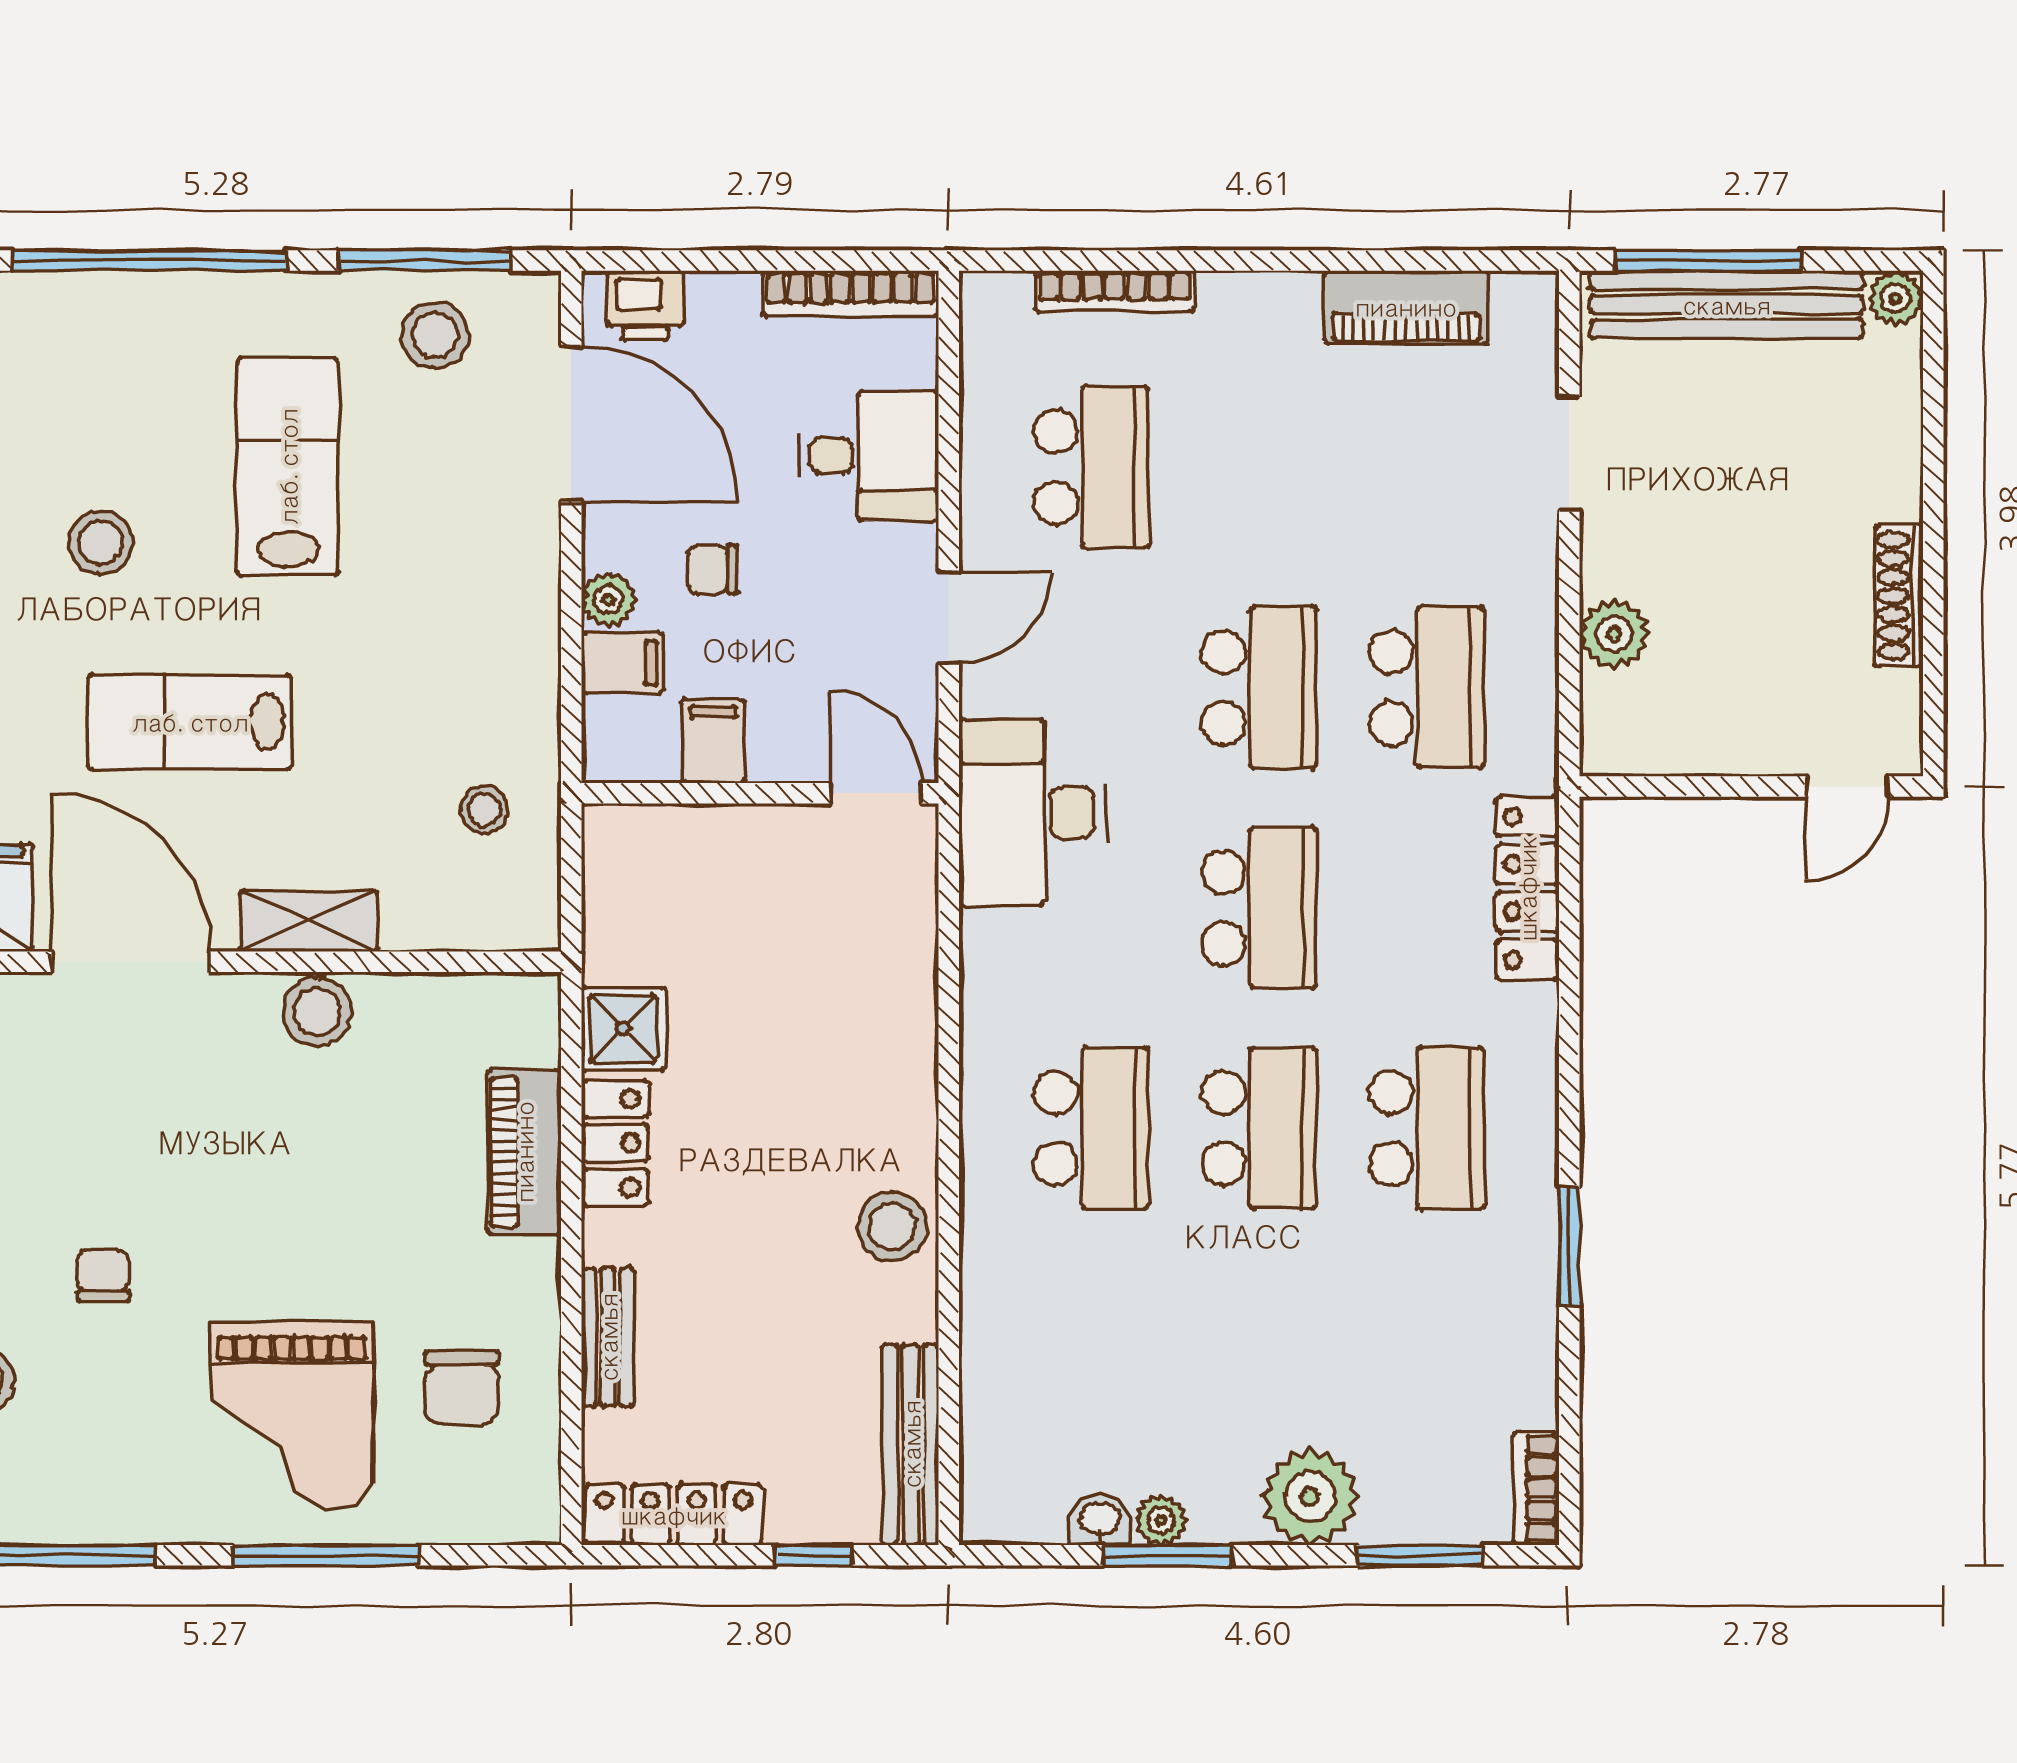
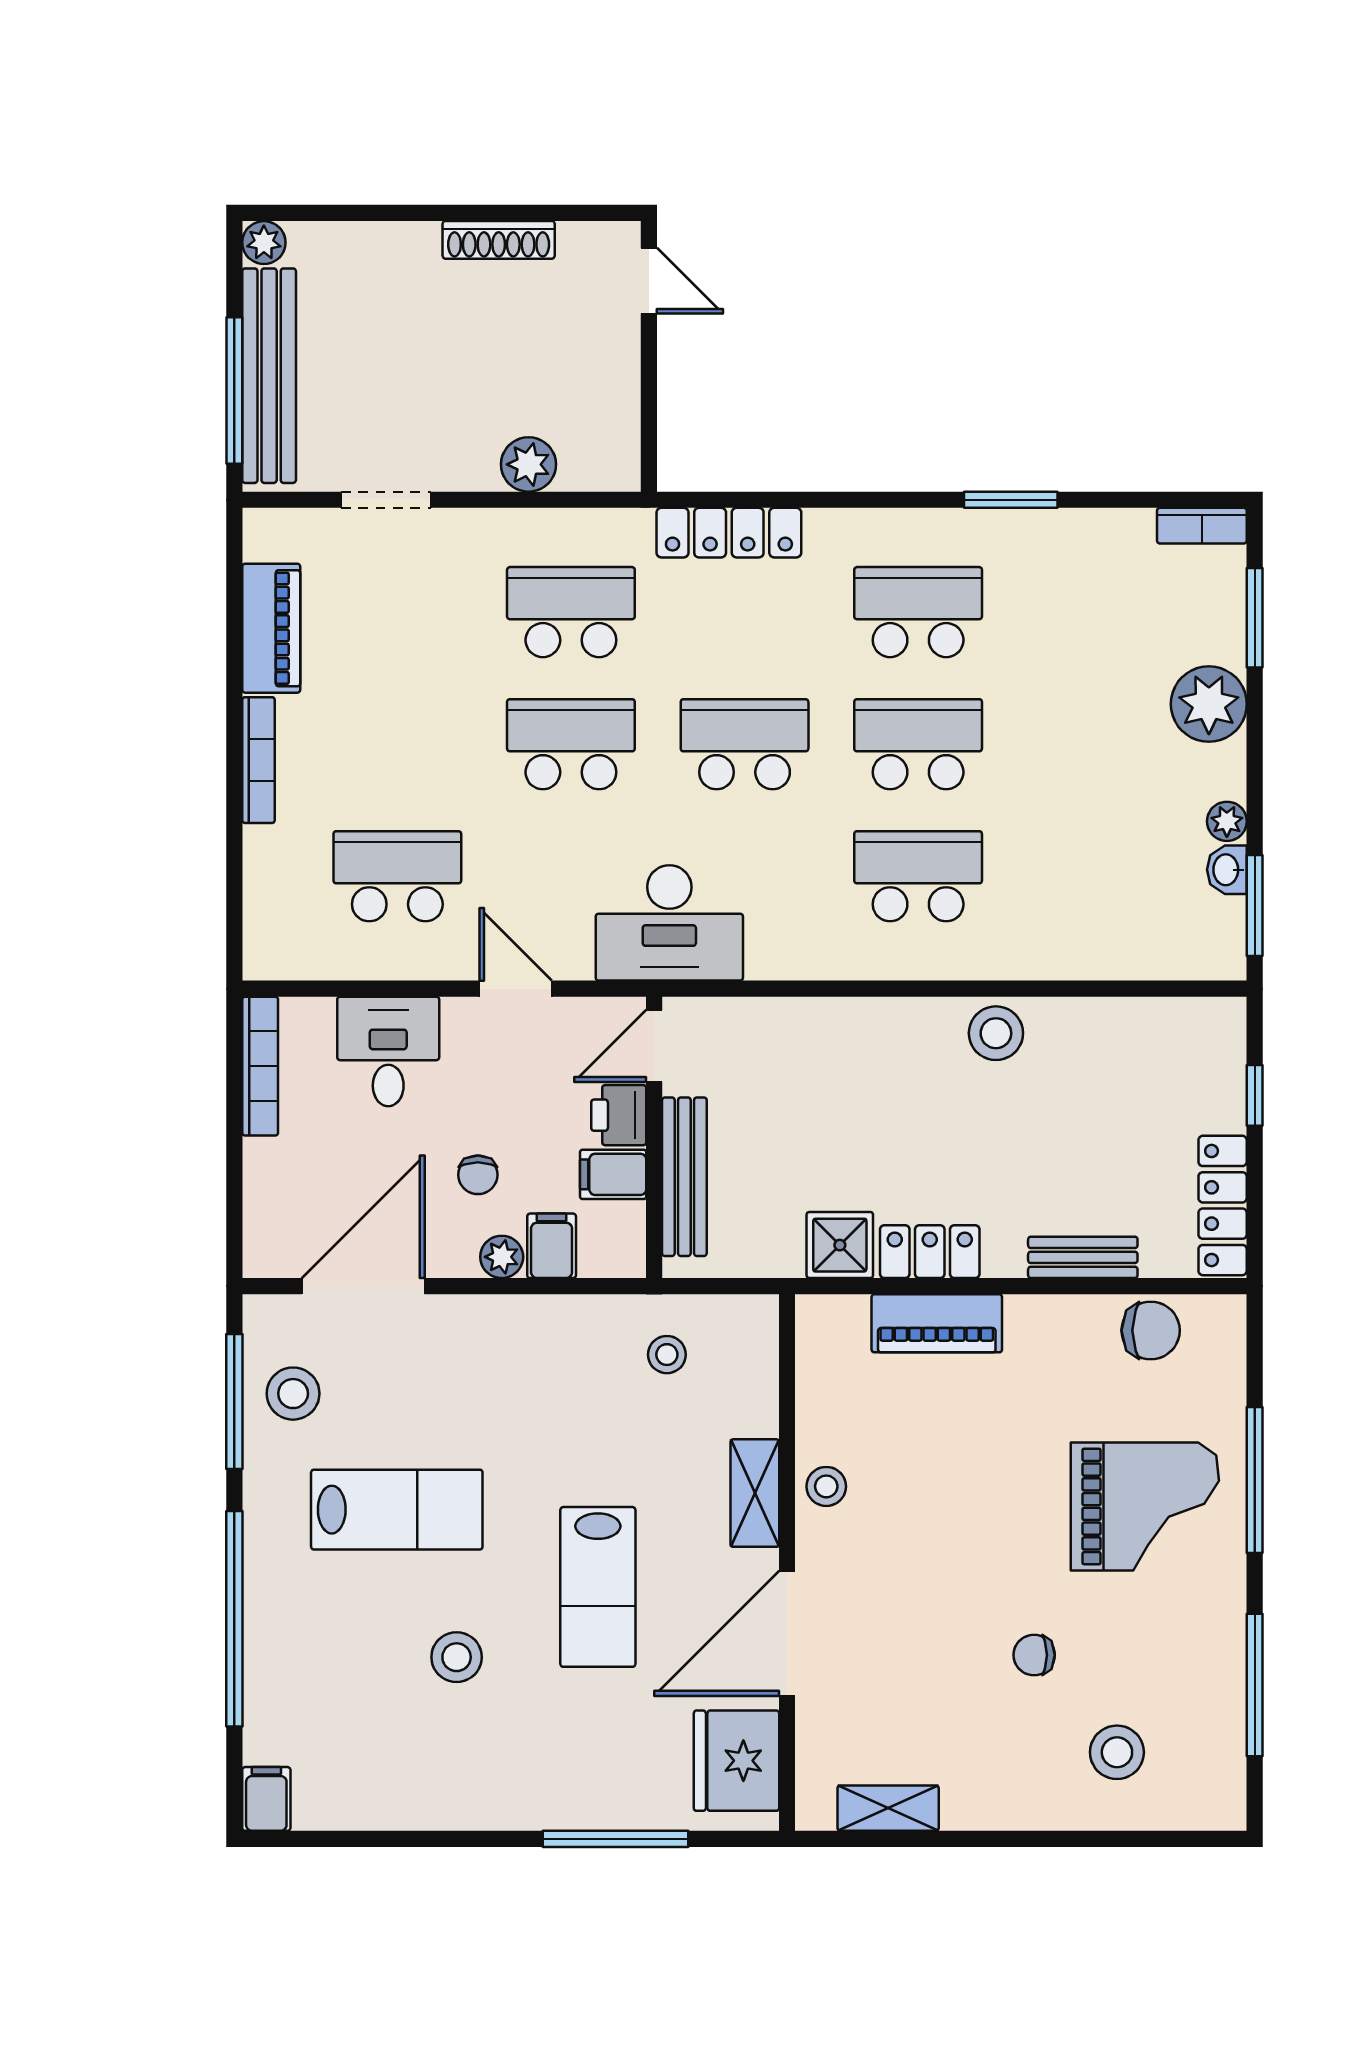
bookcase: (1115, 291) -> (259, 760), moved
printer: (645, 306) -> (619, 1115), moved, turned 180
lab bench: (288, 467) -> (397, 1510), turned 180
stool: (317, 1012) -> (826, 1486), width x0.73, depth x0.73
chair: (462, 1387) -> (1151, 1330), moved
bench: (911, 1444) -> (684, 1177), moved, turned 90
window: (1168, 1555) -> (1255, 906), moved

